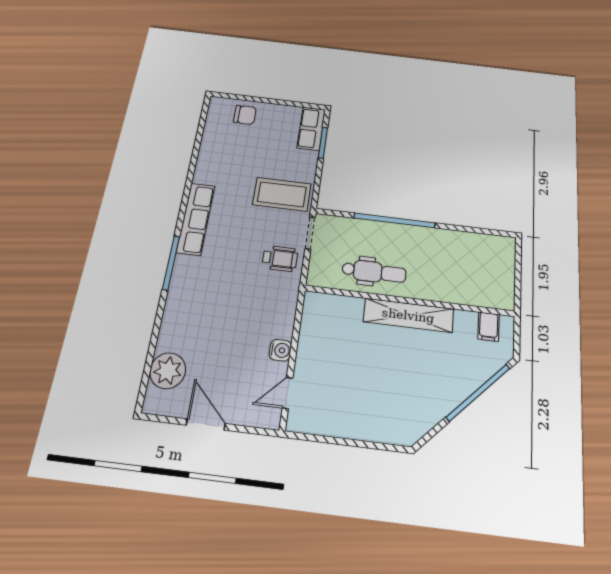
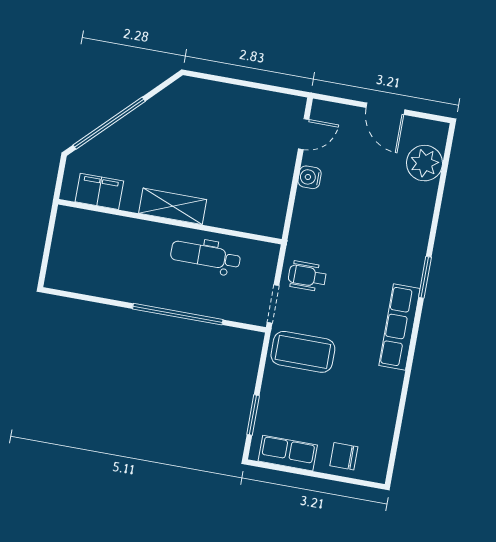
row of seats: (311, 129) -> (288, 453), moved, turned -90
window: (171, 263) -> (425, 277), width x0.69
shelving: (408, 315) -> (173, 206), width x0.68
filing cabinet: (489, 327) -> (99, 191), width x2.00

